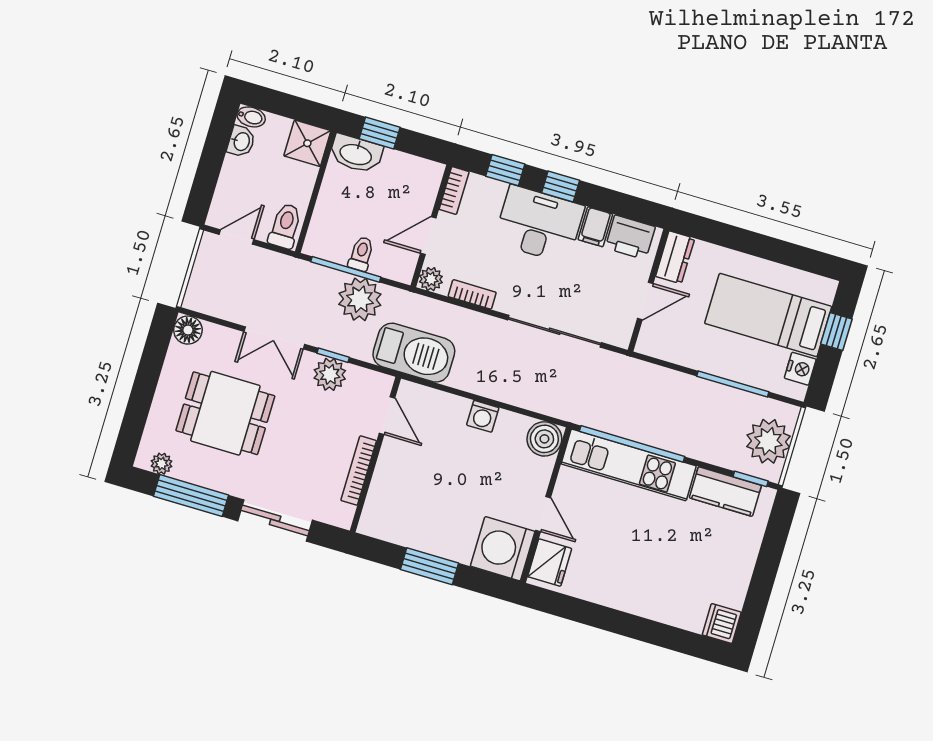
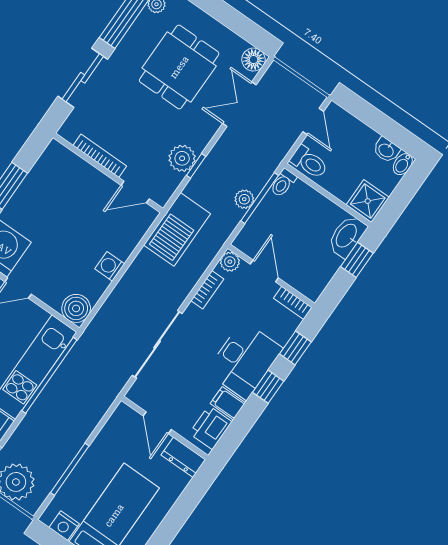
toilet: (361, 254) -> (283, 183), moved, turned 90
plant: (360, 299) -> (244, 199), width x0.53, depth x0.53
double door: (274, 338) -> (239, 104), moved

